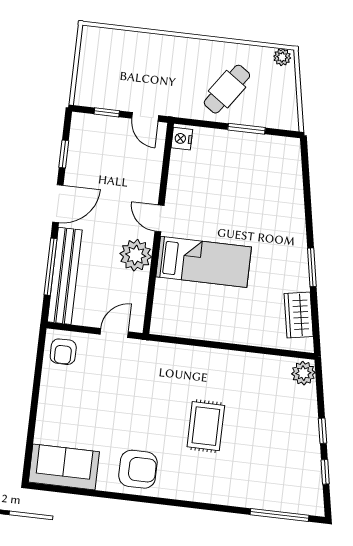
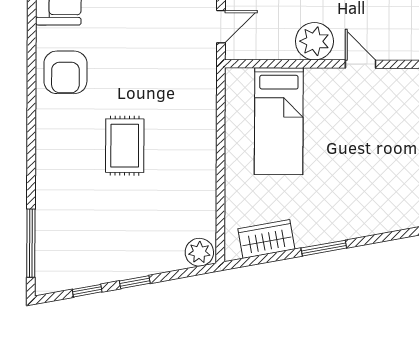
door: (159, 218) -> (361, 64), hinge flipped
bed: (204, 262) -> (279, 121), moved
door: (114, 333) -> (221, 27), hinge flipped
rug: (206, 426) -> (125, 146), turned 90

